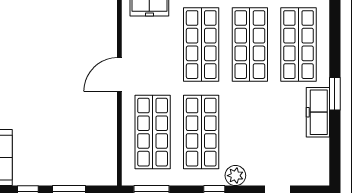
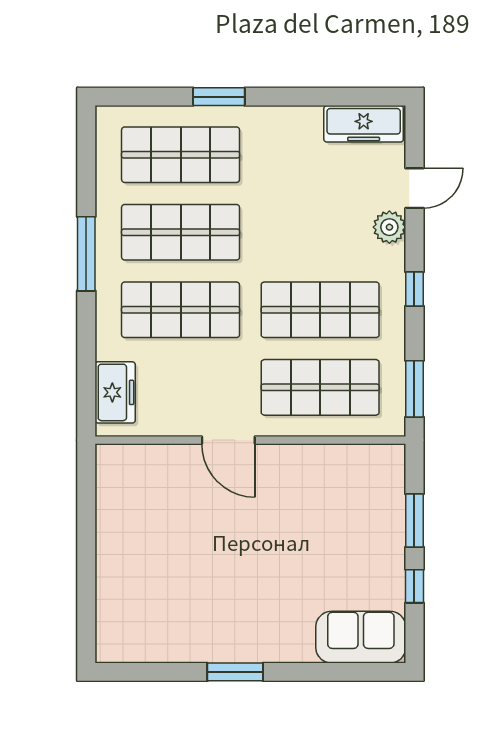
window: (335, 94) -> (219, 97), moved
freezer: (318, 112) -> (364, 124), moved
plant: (235, 176) -> (389, 227), moved

